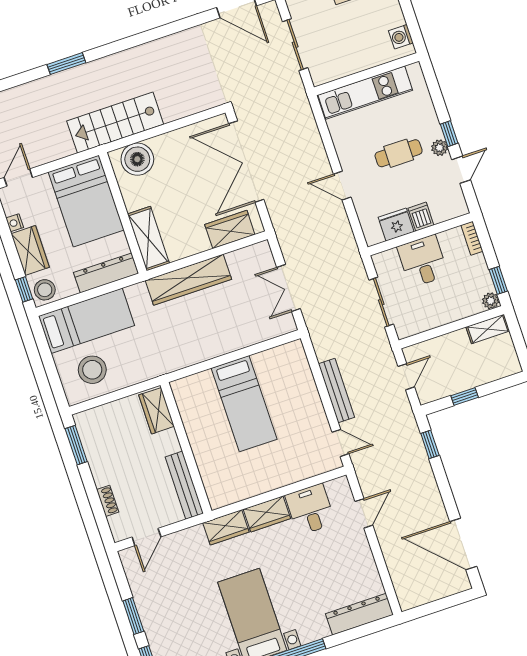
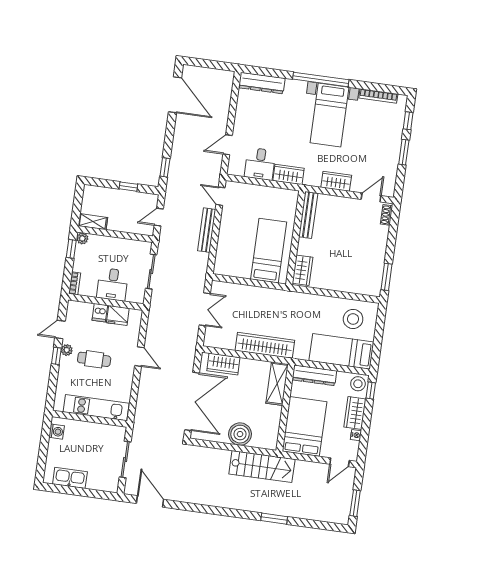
boiler: (137, 159) -> (240, 434), moved
wardrobe: (156, 411) -> (302, 270), moved
wall: (186, 448) -> (296, 238), moved
bench: (184, 485) -> (308, 215), moved
shoe rack: (108, 501) -> (387, 215), moved
wardrobe: (226, 527) -> (336, 181), moved

